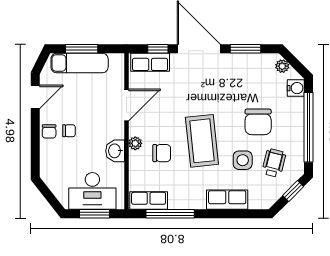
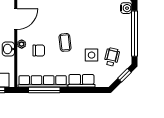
chair: (258, 122) -> (102, 30), removed
coffee table: (202, 141) -> (65, 42), width x0.54, depth x0.58
row of seats: (149, 200) -> (43, 81), width x2.02

